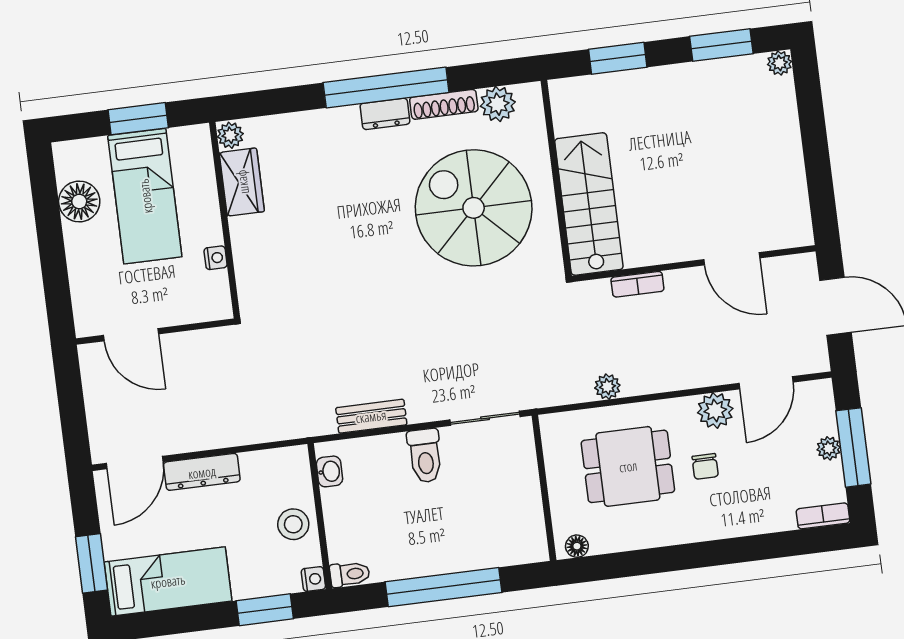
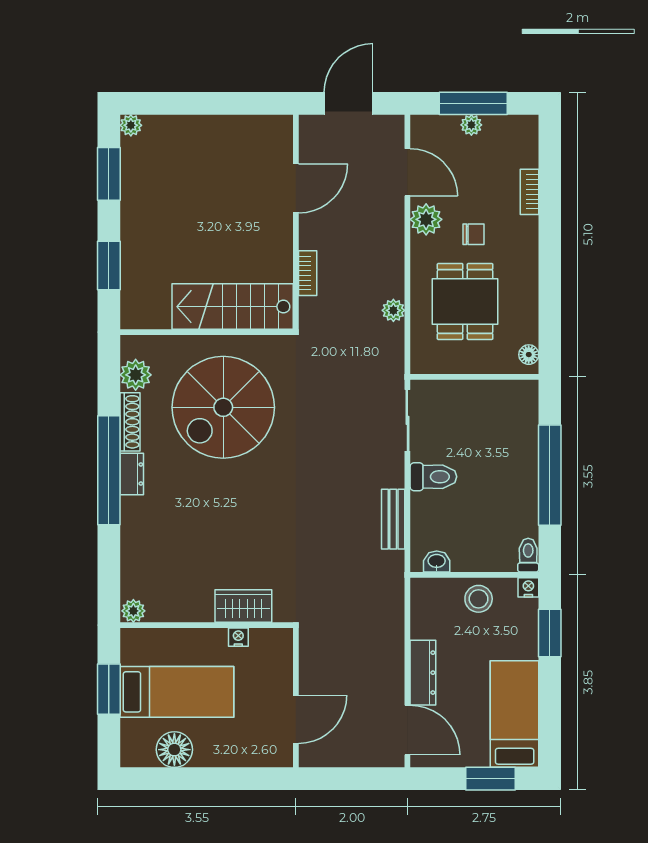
wardrobe: (242, 182) -> (243, 606), moved
bookcase: (823, 516) -> (530, 192), moved

